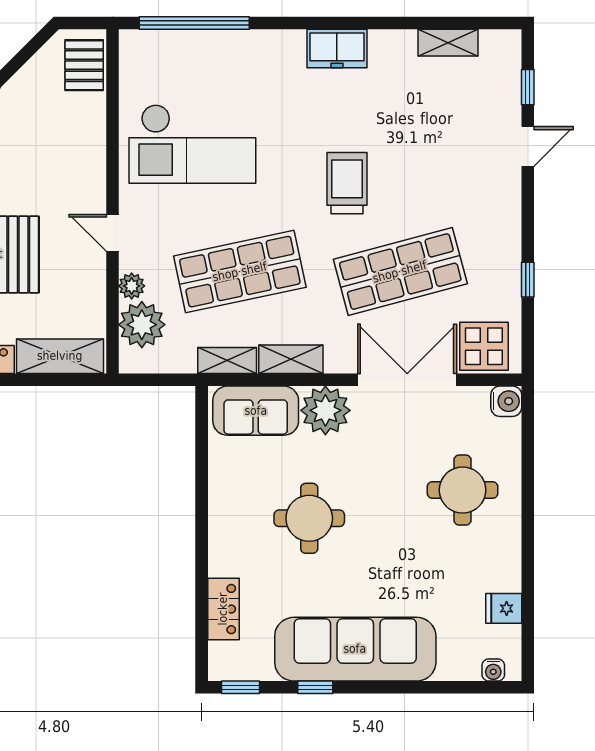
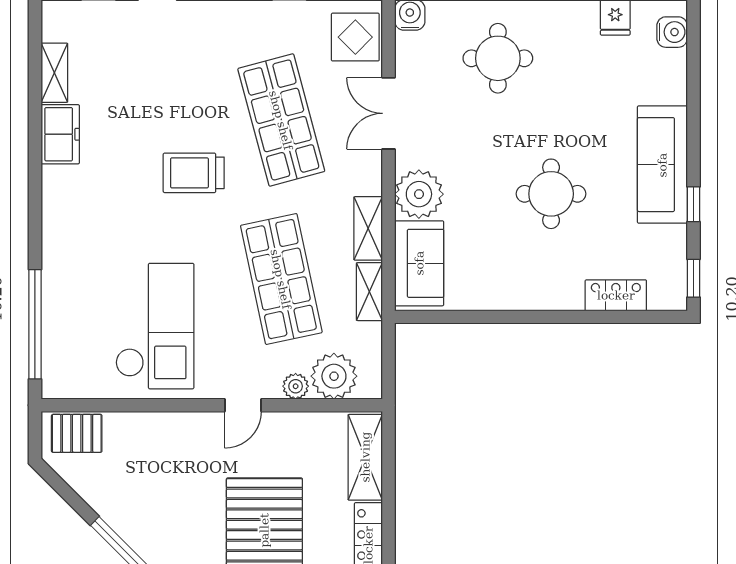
freezer: (337, 48) -> (60, 134), moved
double door: (407, 380) -> (389, 113), width x0.73
round table: (309, 518) -> (551, 194), moved
sofa: (355, 649) -> (662, 165), width x0.74, depth x0.79
water cooler: (493, 670) -> (672, 32), width x1.38, depth x1.38

